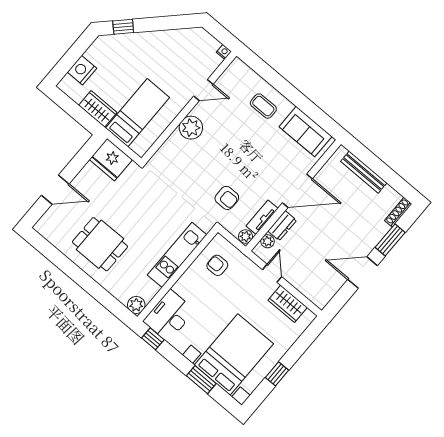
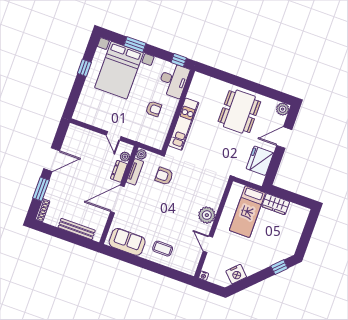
nightstand: (82, 70) -> (236, 274), moved, turned 45
door: (203, 90) -> (208, 244), hinge flipped
fridge: (111, 160) -> (260, 161), moved, turned -90
dining table: (100, 244) -> (239, 112), width x1.38
armchair: (217, 265) -> (154, 109), moved
wardrobe: (288, 304) -> (95, 119), removed
plant: (136, 305) -> (283, 109), moved

